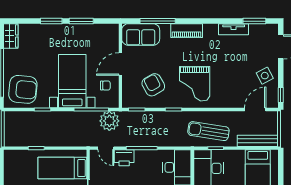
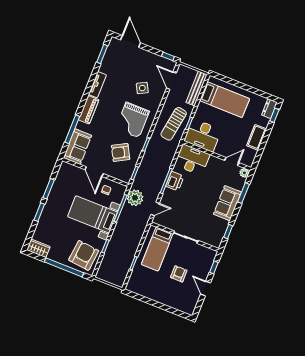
tv unit: (234, 29) -> (97, 85), moved
side table: (265, 76) -> (142, 88), moved
grand piano: (195, 84) -> (132, 120), turned 90
printer: (124, 158) -> (175, 181), moved

